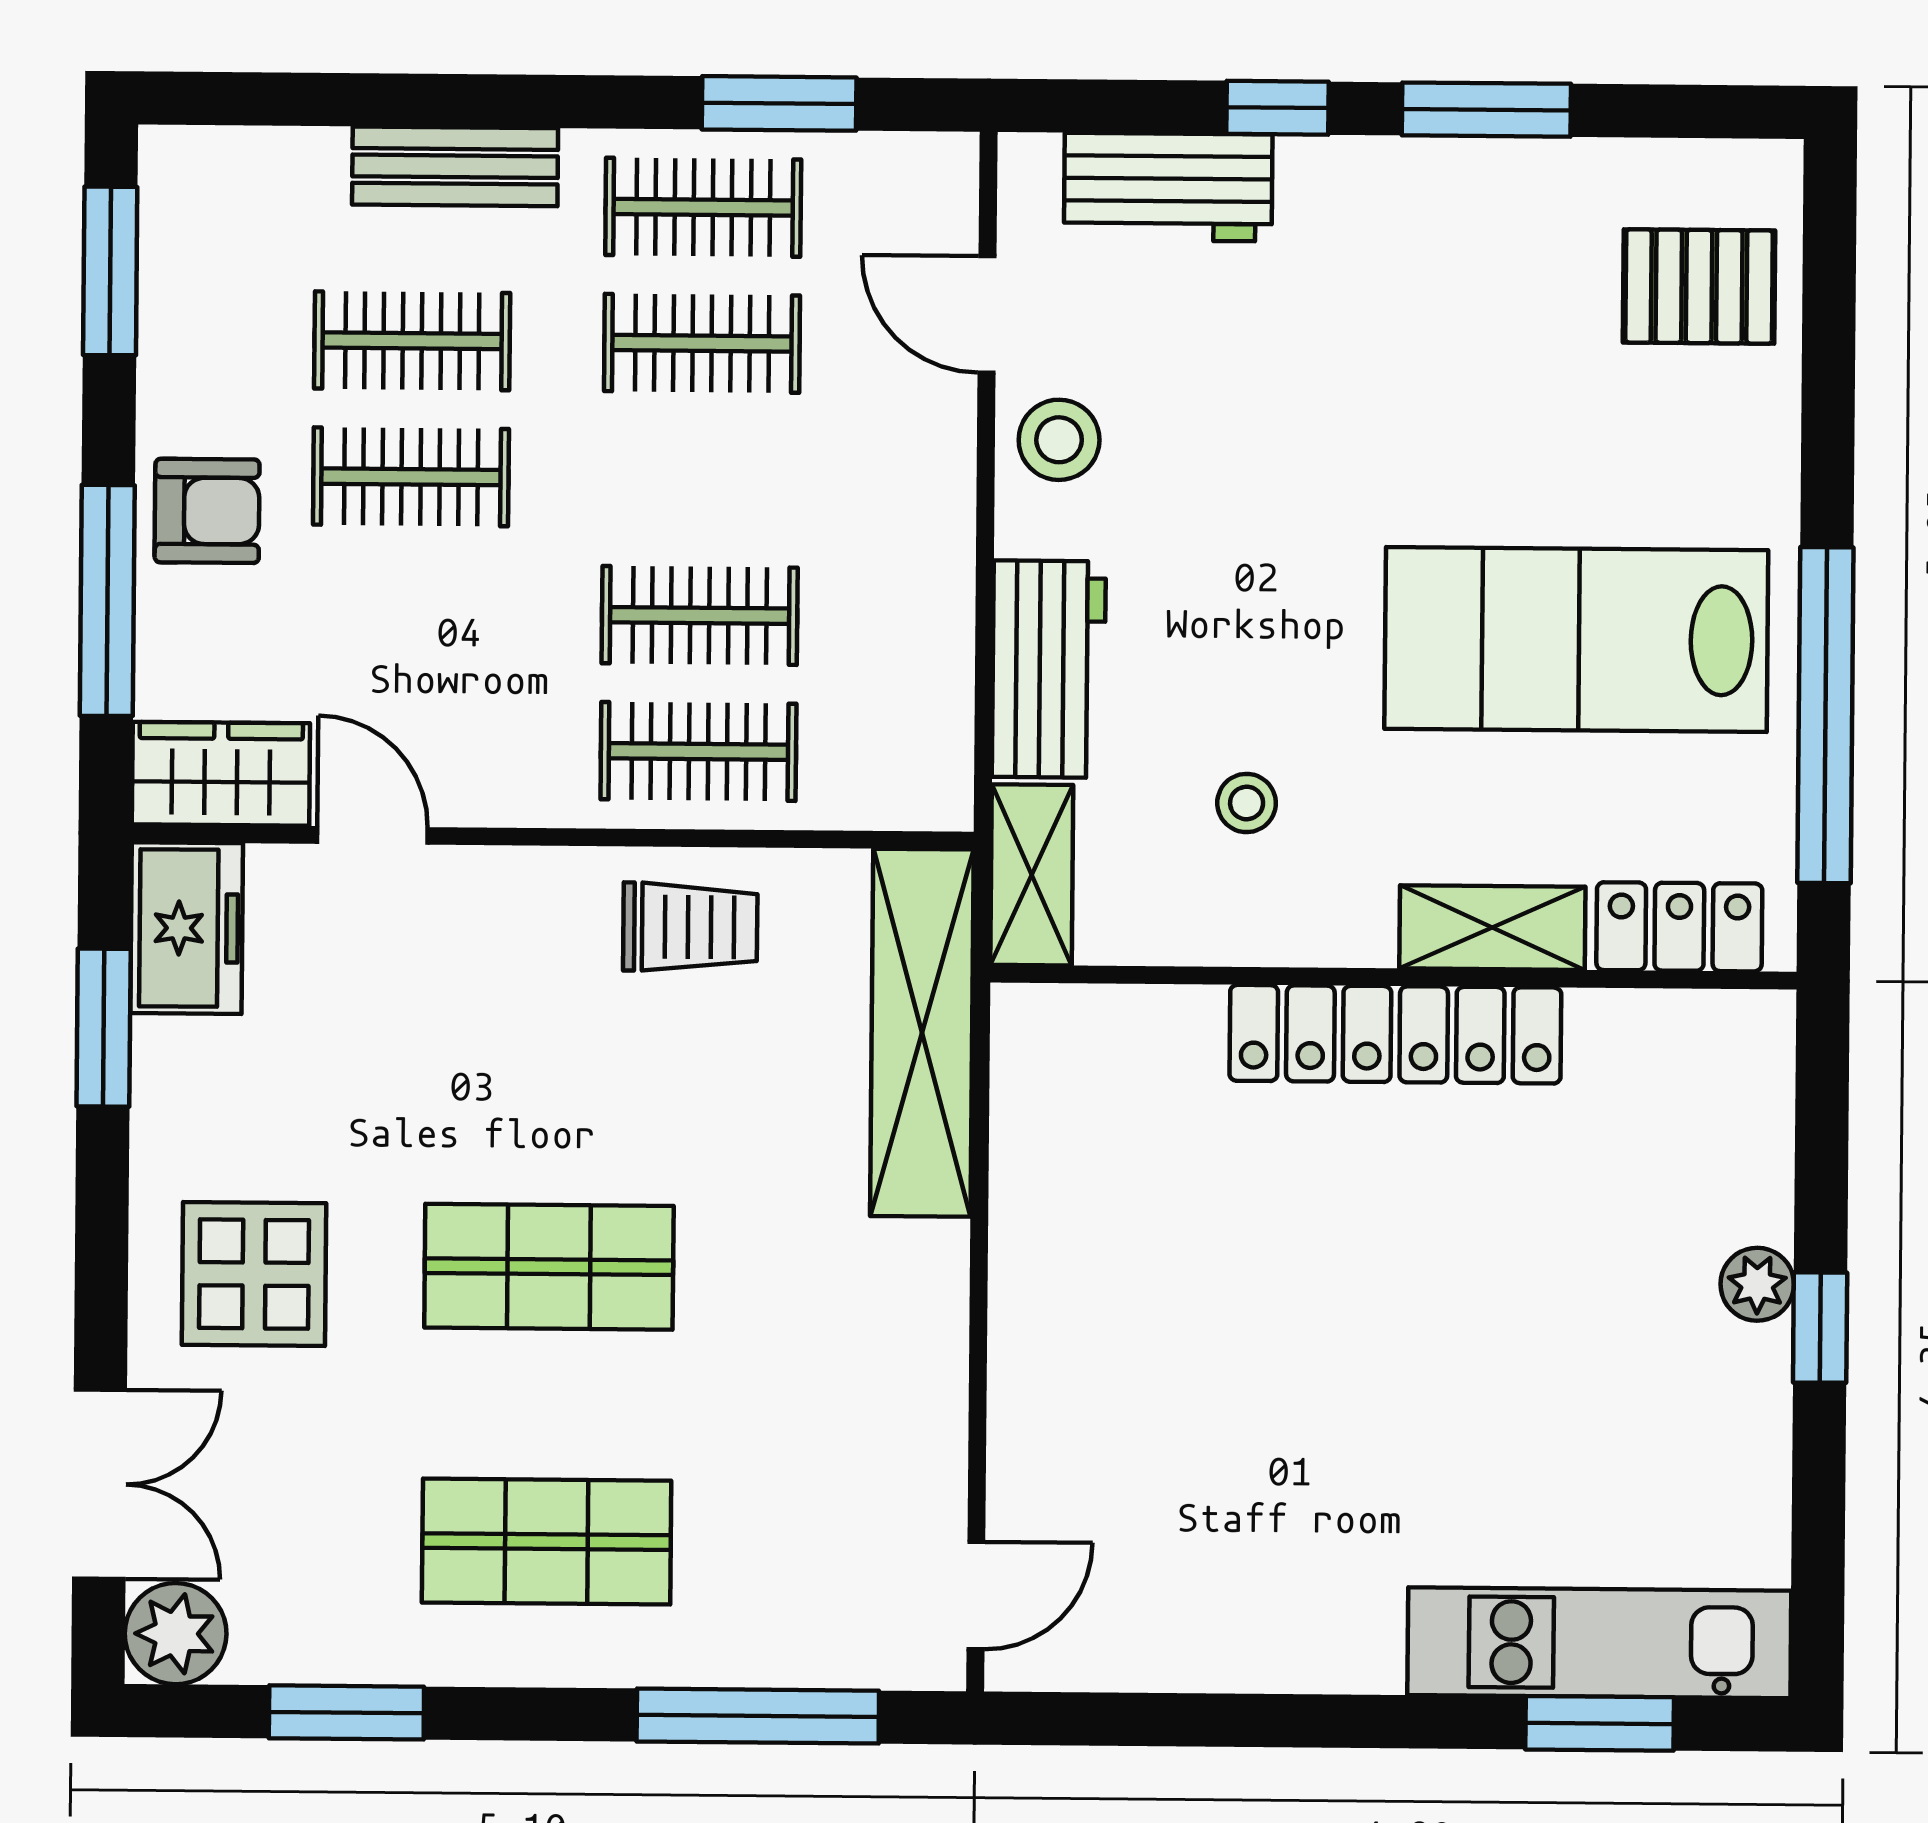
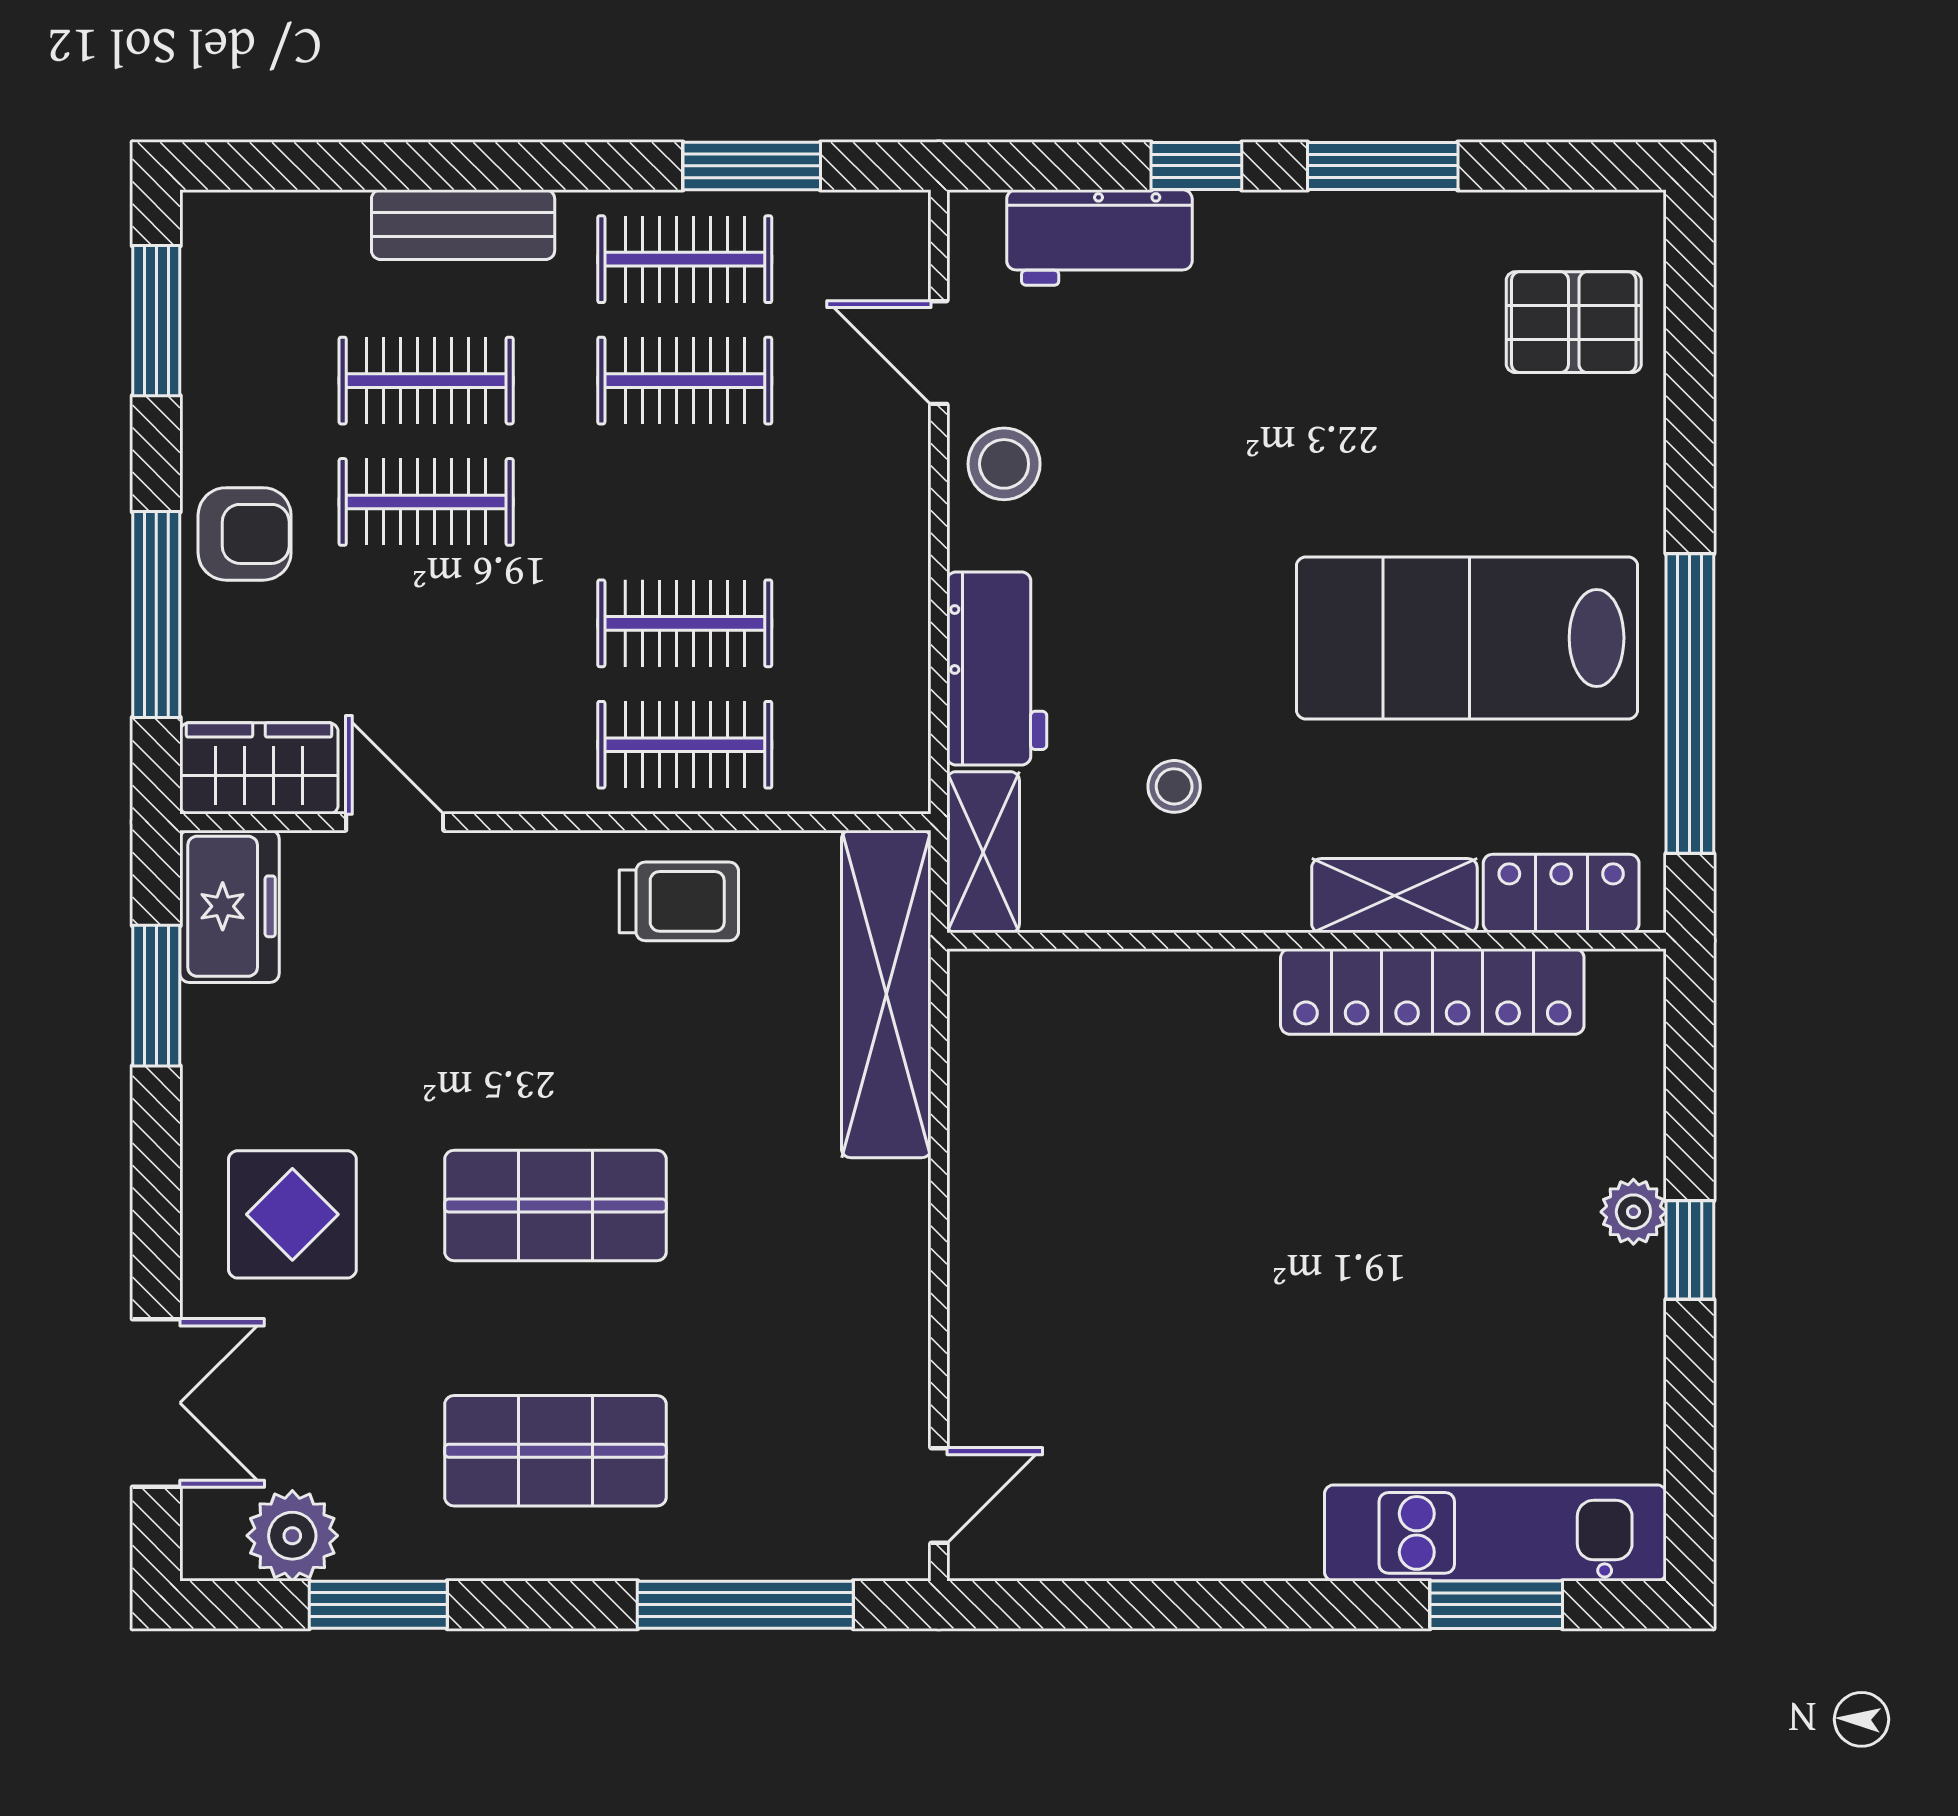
locker: (1395, 1034) -> (1432, 991), moved
plant: (176, 1634) -> (292, 1536), moved

